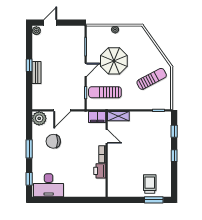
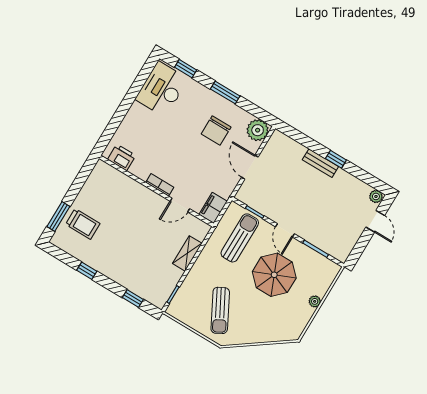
shelving: (118, 116) -> (187, 253), moved
chair: (53, 141) -> (216, 131), turned 180
window: (174, 156) -> (87, 271), moved
printer: (100, 171) -> (122, 157), moved

